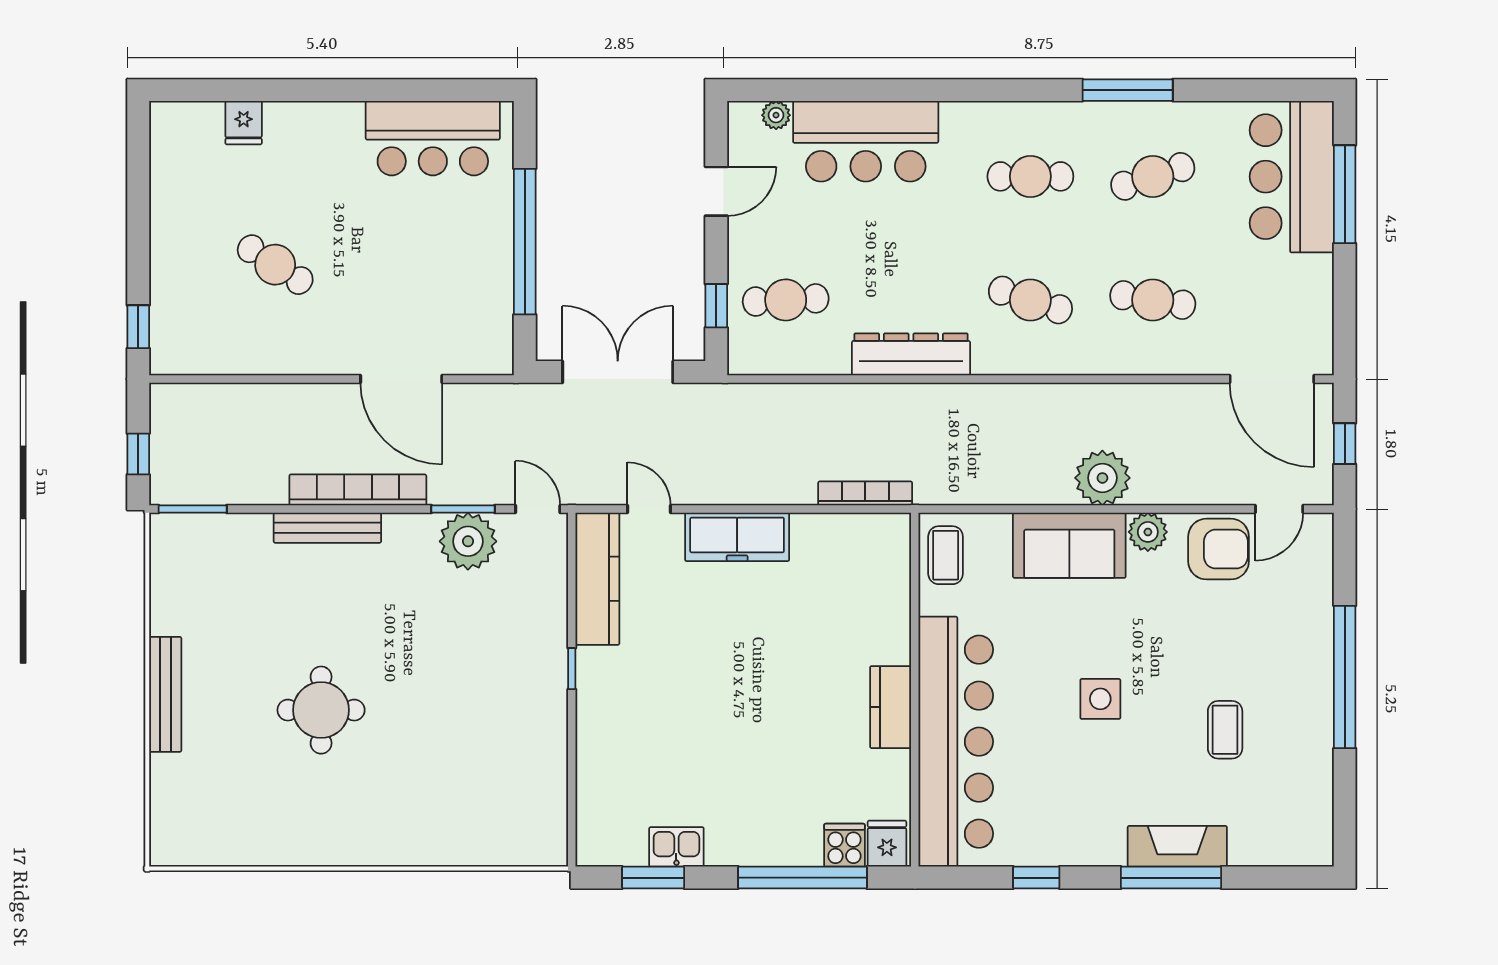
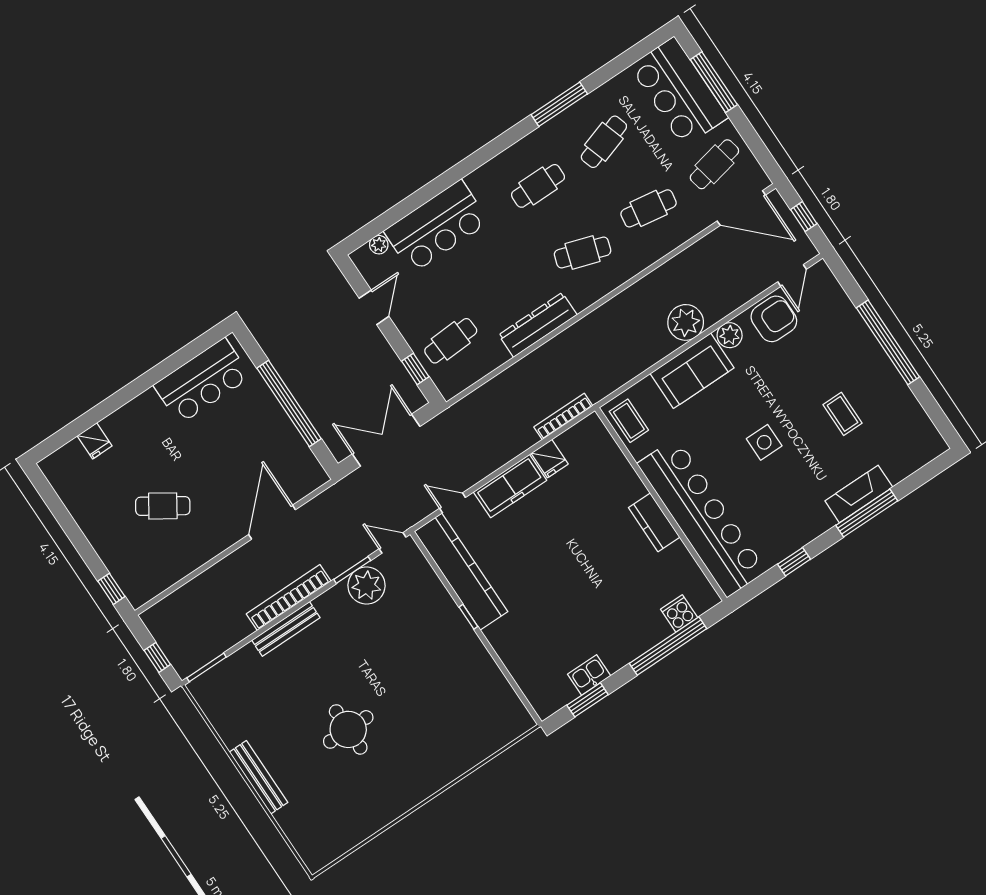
cafe table: (1275, 300) -> (714, 164), added
door: (401, 379) -> (272, 522), swing flipped
kitchen counter: (597, 579) -> (461, 572), width x1.39, depth x1.17
fridge: (887, 844) -> (550, 459), moved, turned 180

